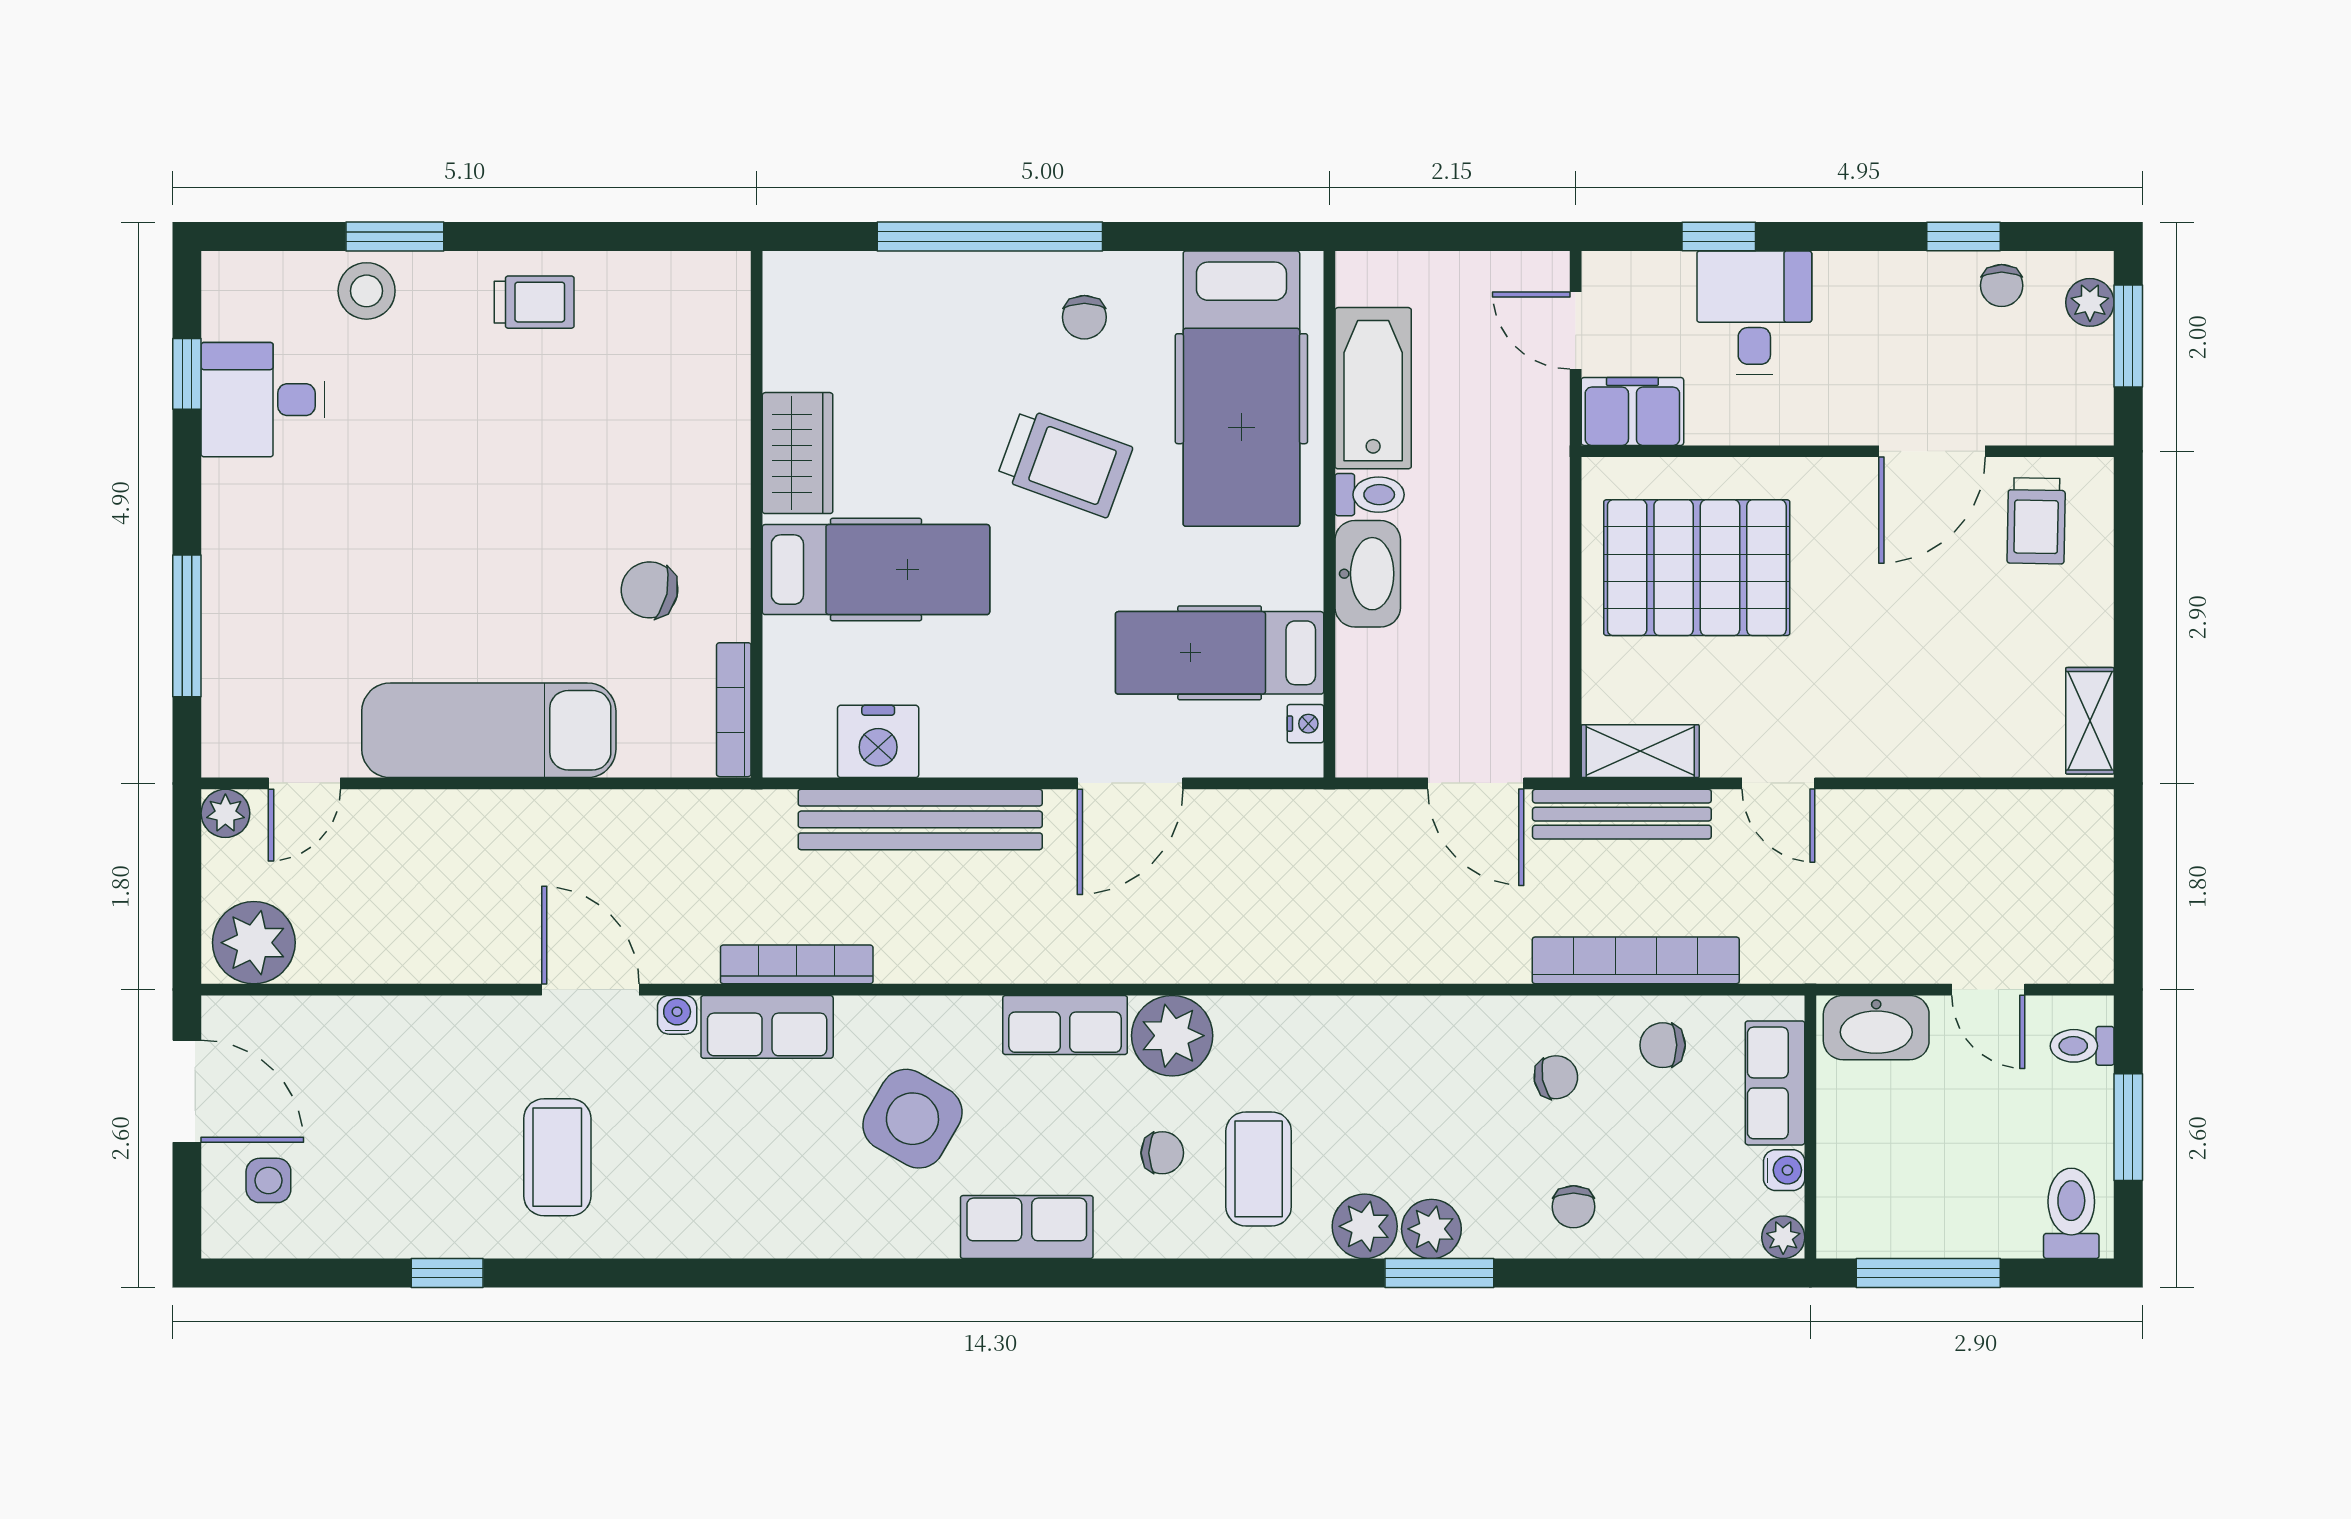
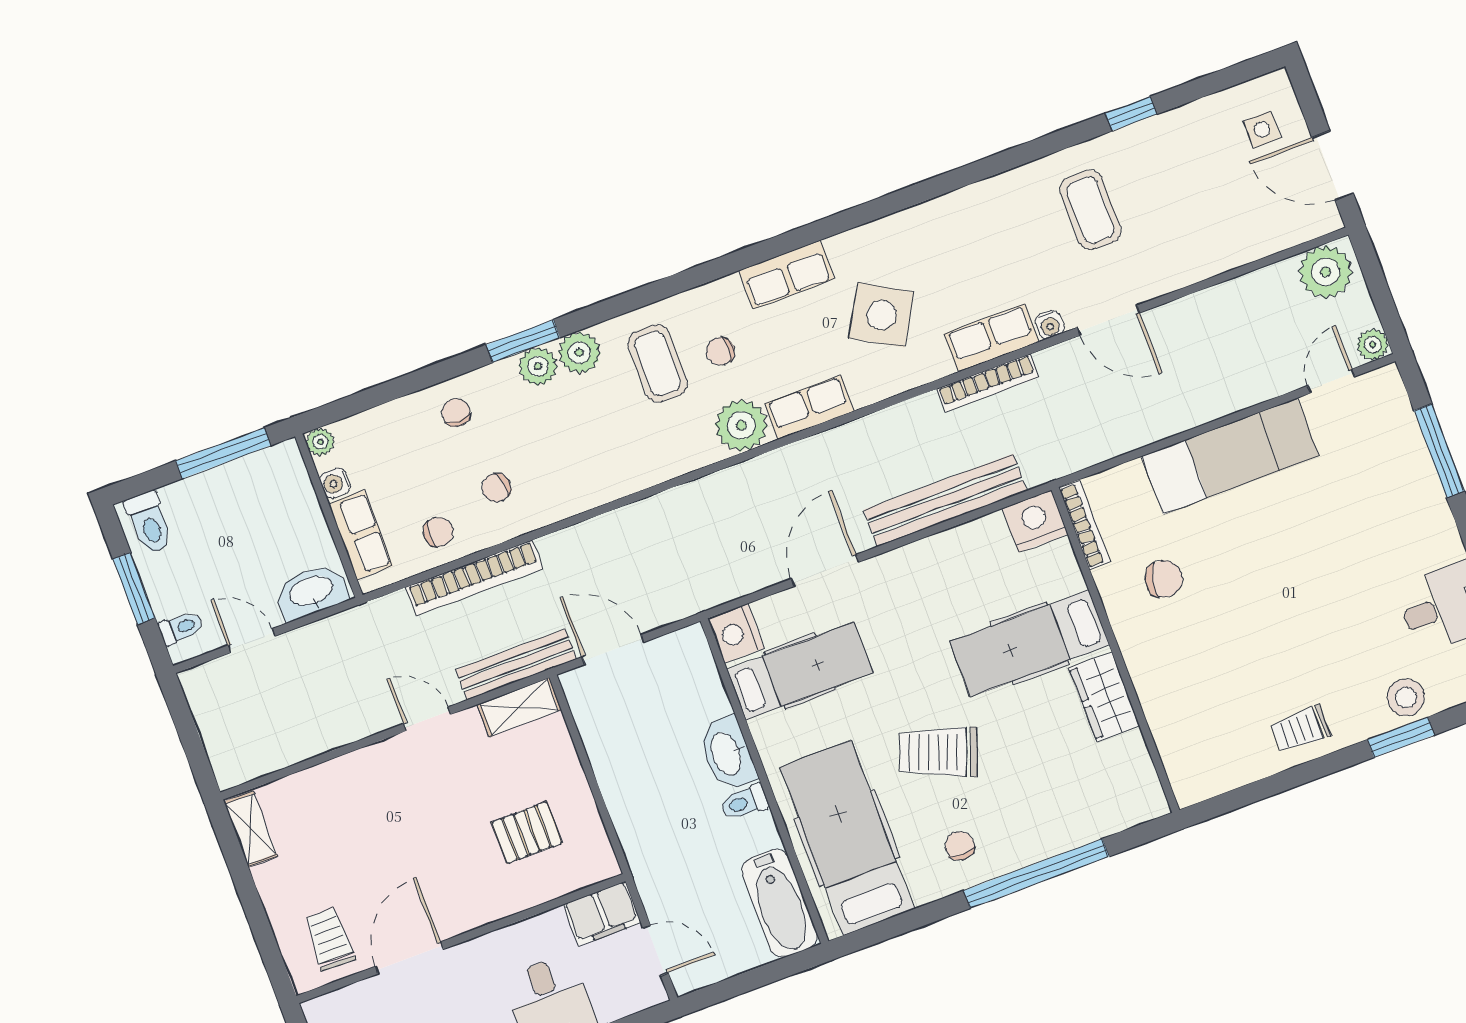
bathtub: (1373, 388) -> (779, 903), moved
pallet: (1697, 568) -> (527, 833), width x0.49, depth x0.50
nightstand: (1305, 724) -> (736, 634), width x1.89, depth x1.79
nightstand: (878, 741) -> (1035, 521), moved

